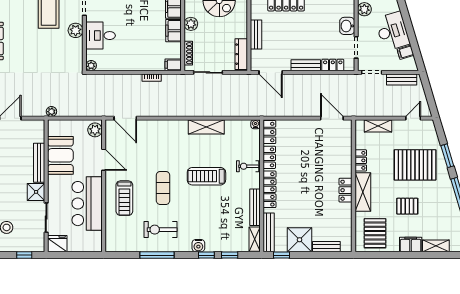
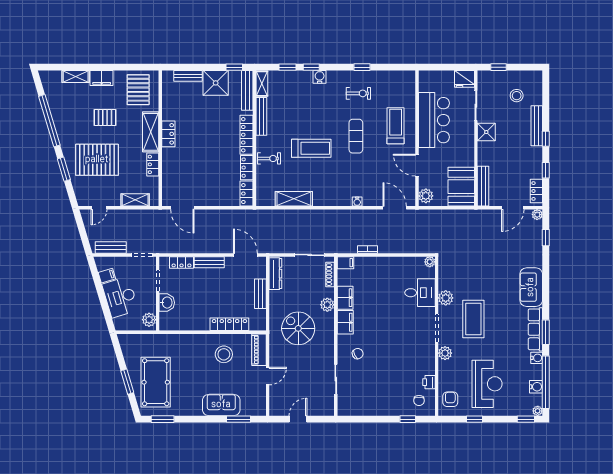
plant: (51, 112) -> (471, 215), removed
water cooler: (255, 124) -> (357, 202), moved
shelving: (206, 127) -> (294, 199), moved
booth: (60, 155) -> (461, 187), moved
bench: (39, 163) -> (483, 186), moved
exercise bike: (161, 230) -> (358, 93), width x0.73, depth x0.72
window: (157, 255) -> (362, 67), width x0.46

